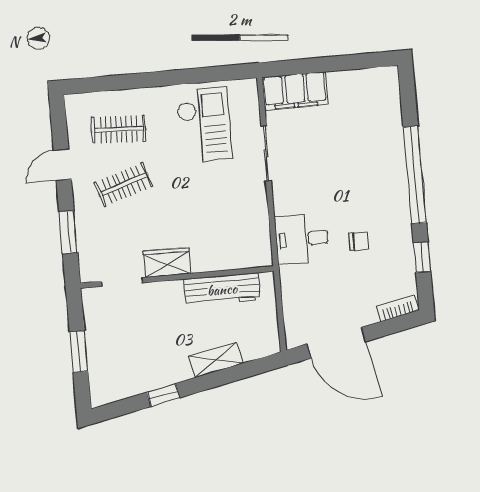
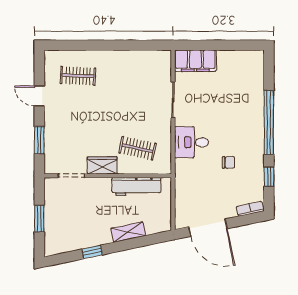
checkout: (204, 125) -> (134, 78), removed
door: (62, 165) -> (39, 96), hinge flipped
clothes rail: (123, 184) -> (137, 148), moved, turned 30
desk: (302, 239) -> (191, 142), moved

